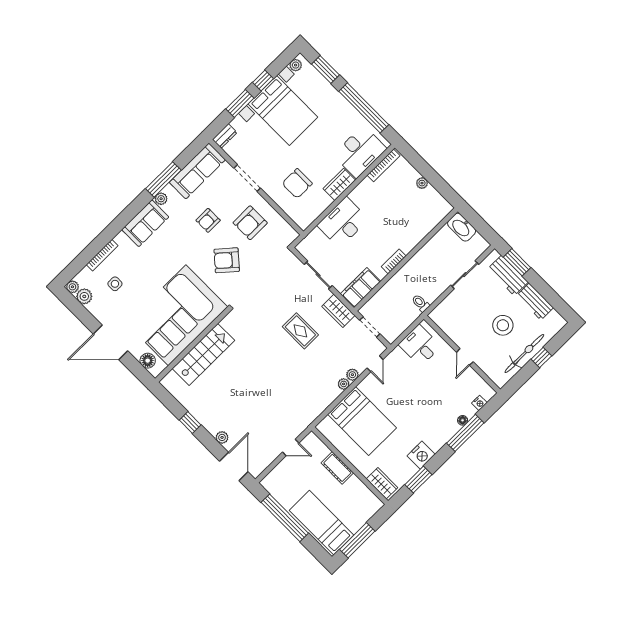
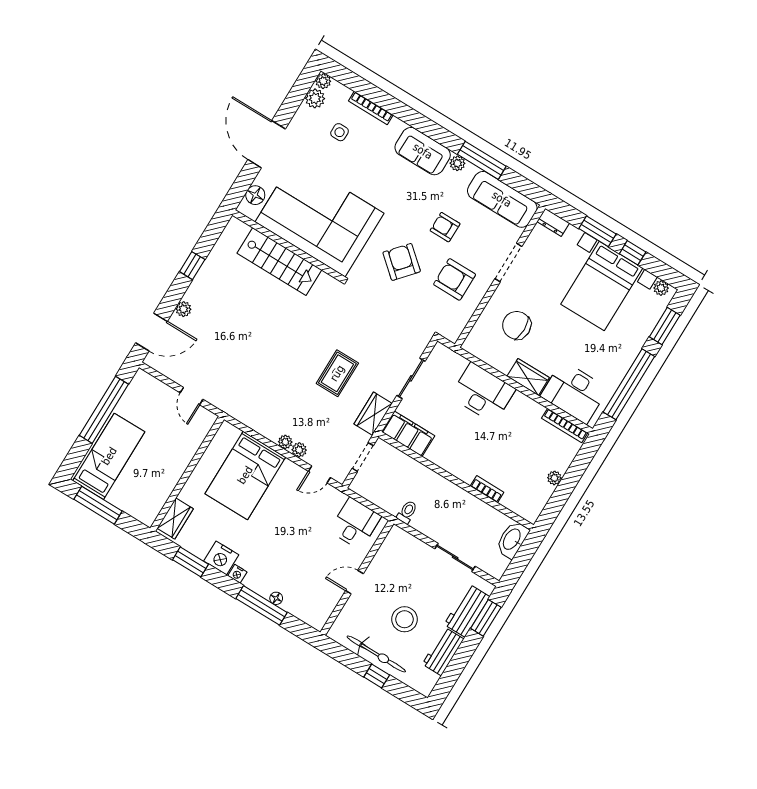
bookcase: (394, 261) -> (487, 489), moved
nightstand: (479, 403) -> (237, 574), moved
cot: (337, 468) -> (181, 459), removed

